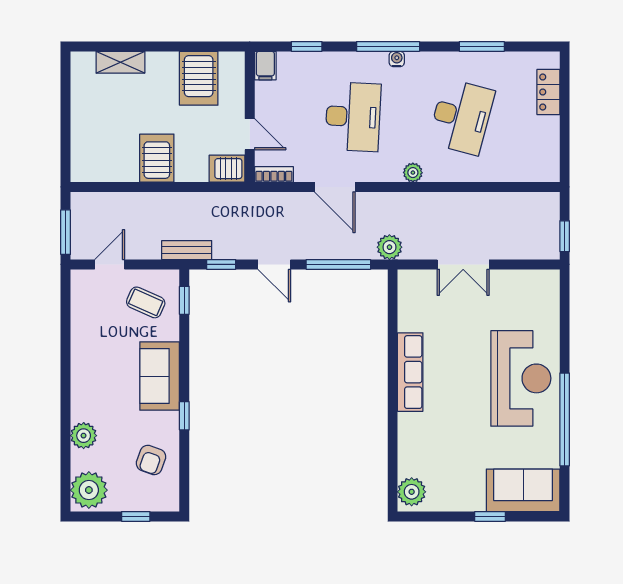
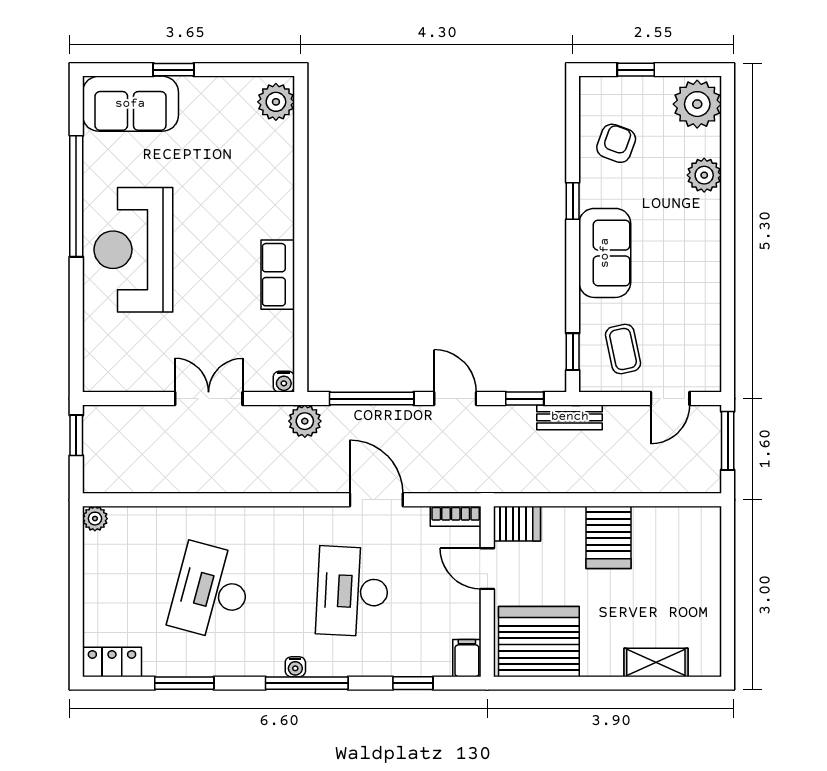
server rack: (199, 78) -> (539, 642), width x1.60
locker: (548, 92) -> (112, 662), moved, turned -90
plant: (413, 173) -> (95, 519), moved
water cooler: (406, 277) -> (284, 382), added
coffee table: (146, 302) -> (623, 349), turned 54
row of seats: (410, 372) -> (278, 275), width x0.68

